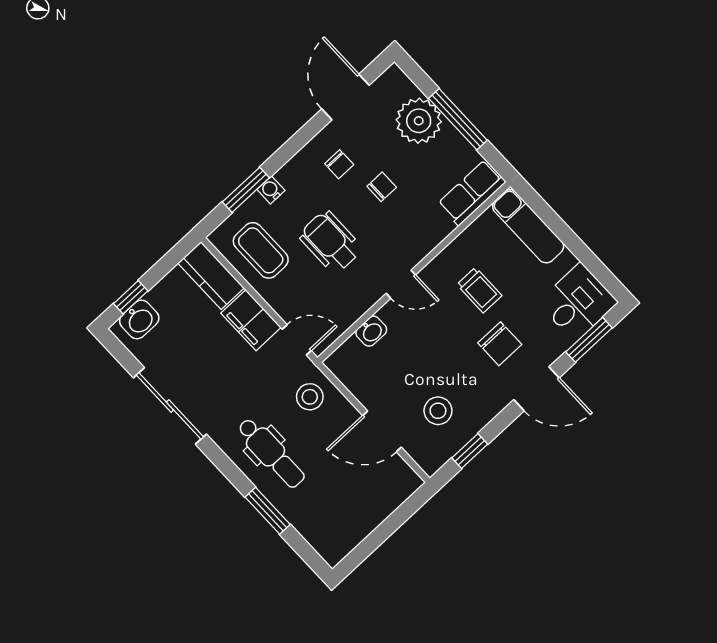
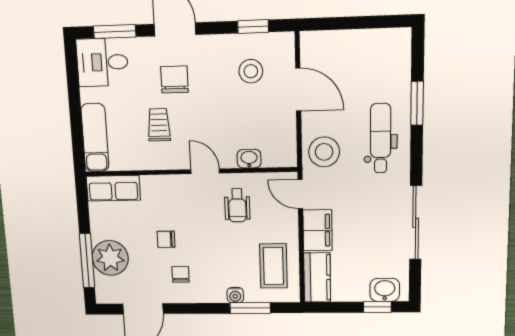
window: (458, 119) -> (87, 261), moved
wheelchair: (330, 242) -> (237, 205), moved, width x0.73, depth x0.73
stool: (310, 397) -> (324, 152), width x1.38, depth x1.38

